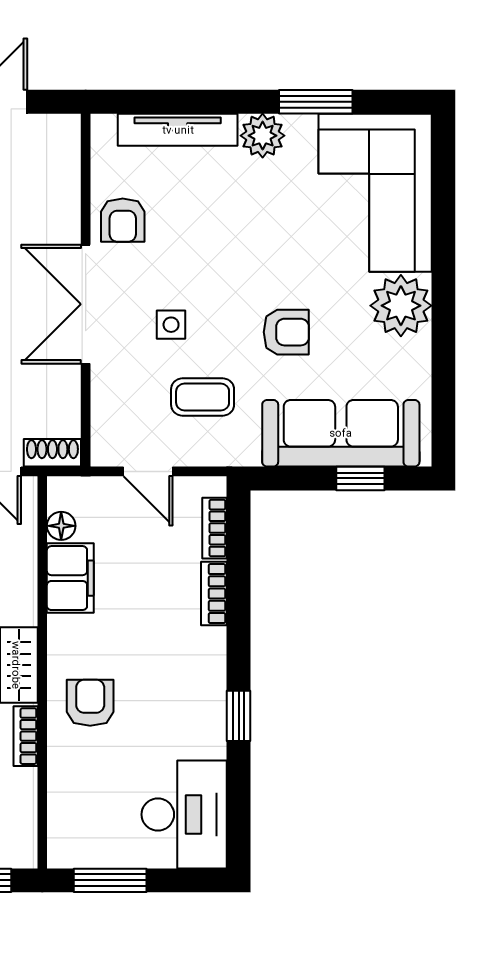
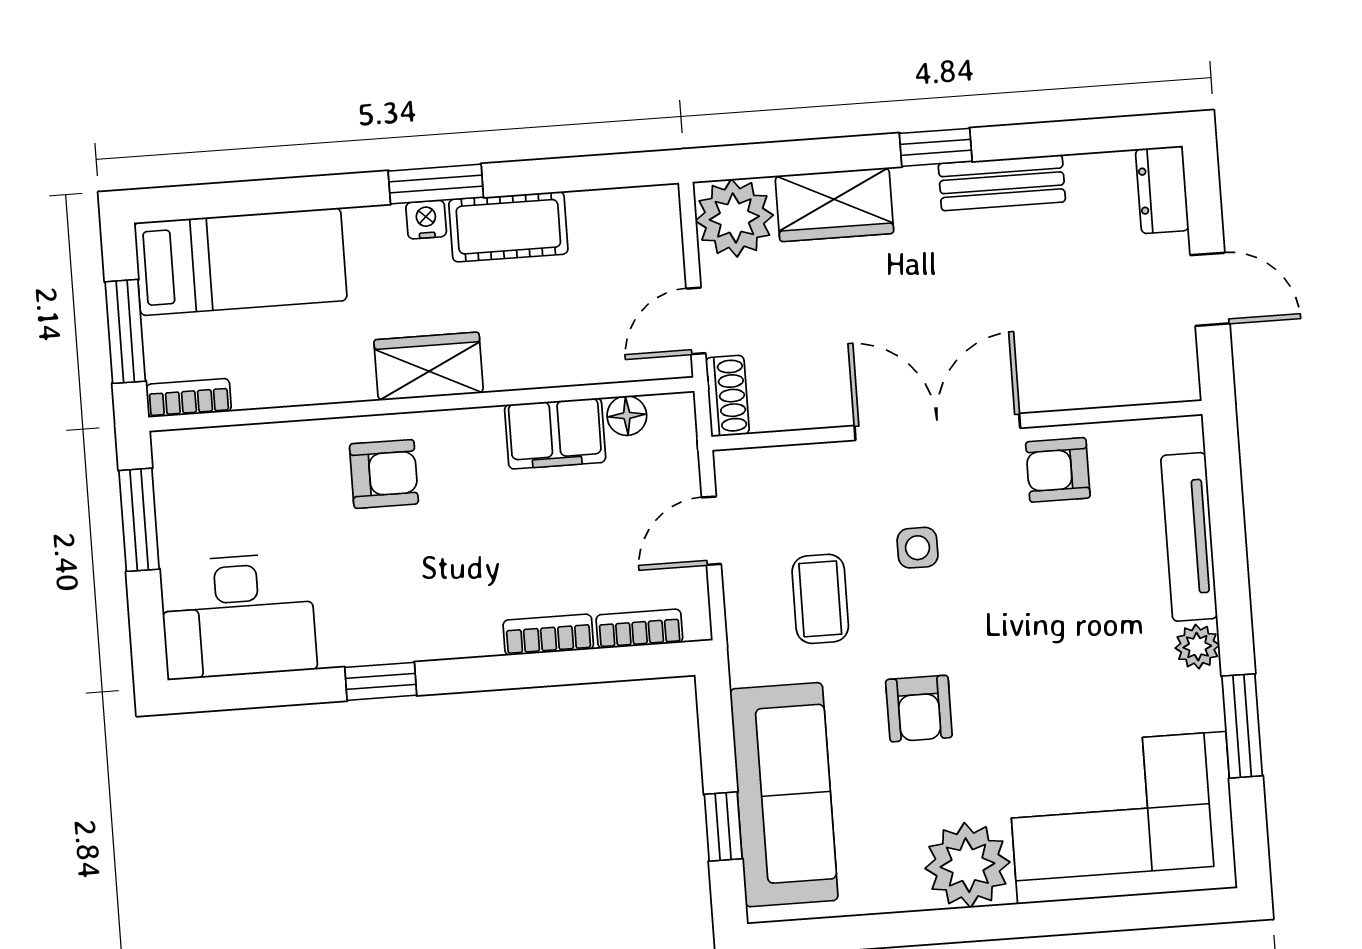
plant: (263, 136) -> (1197, 647), width x0.73, depth x0.73
bookcase: (26, 736) -> (189, 398), moved

